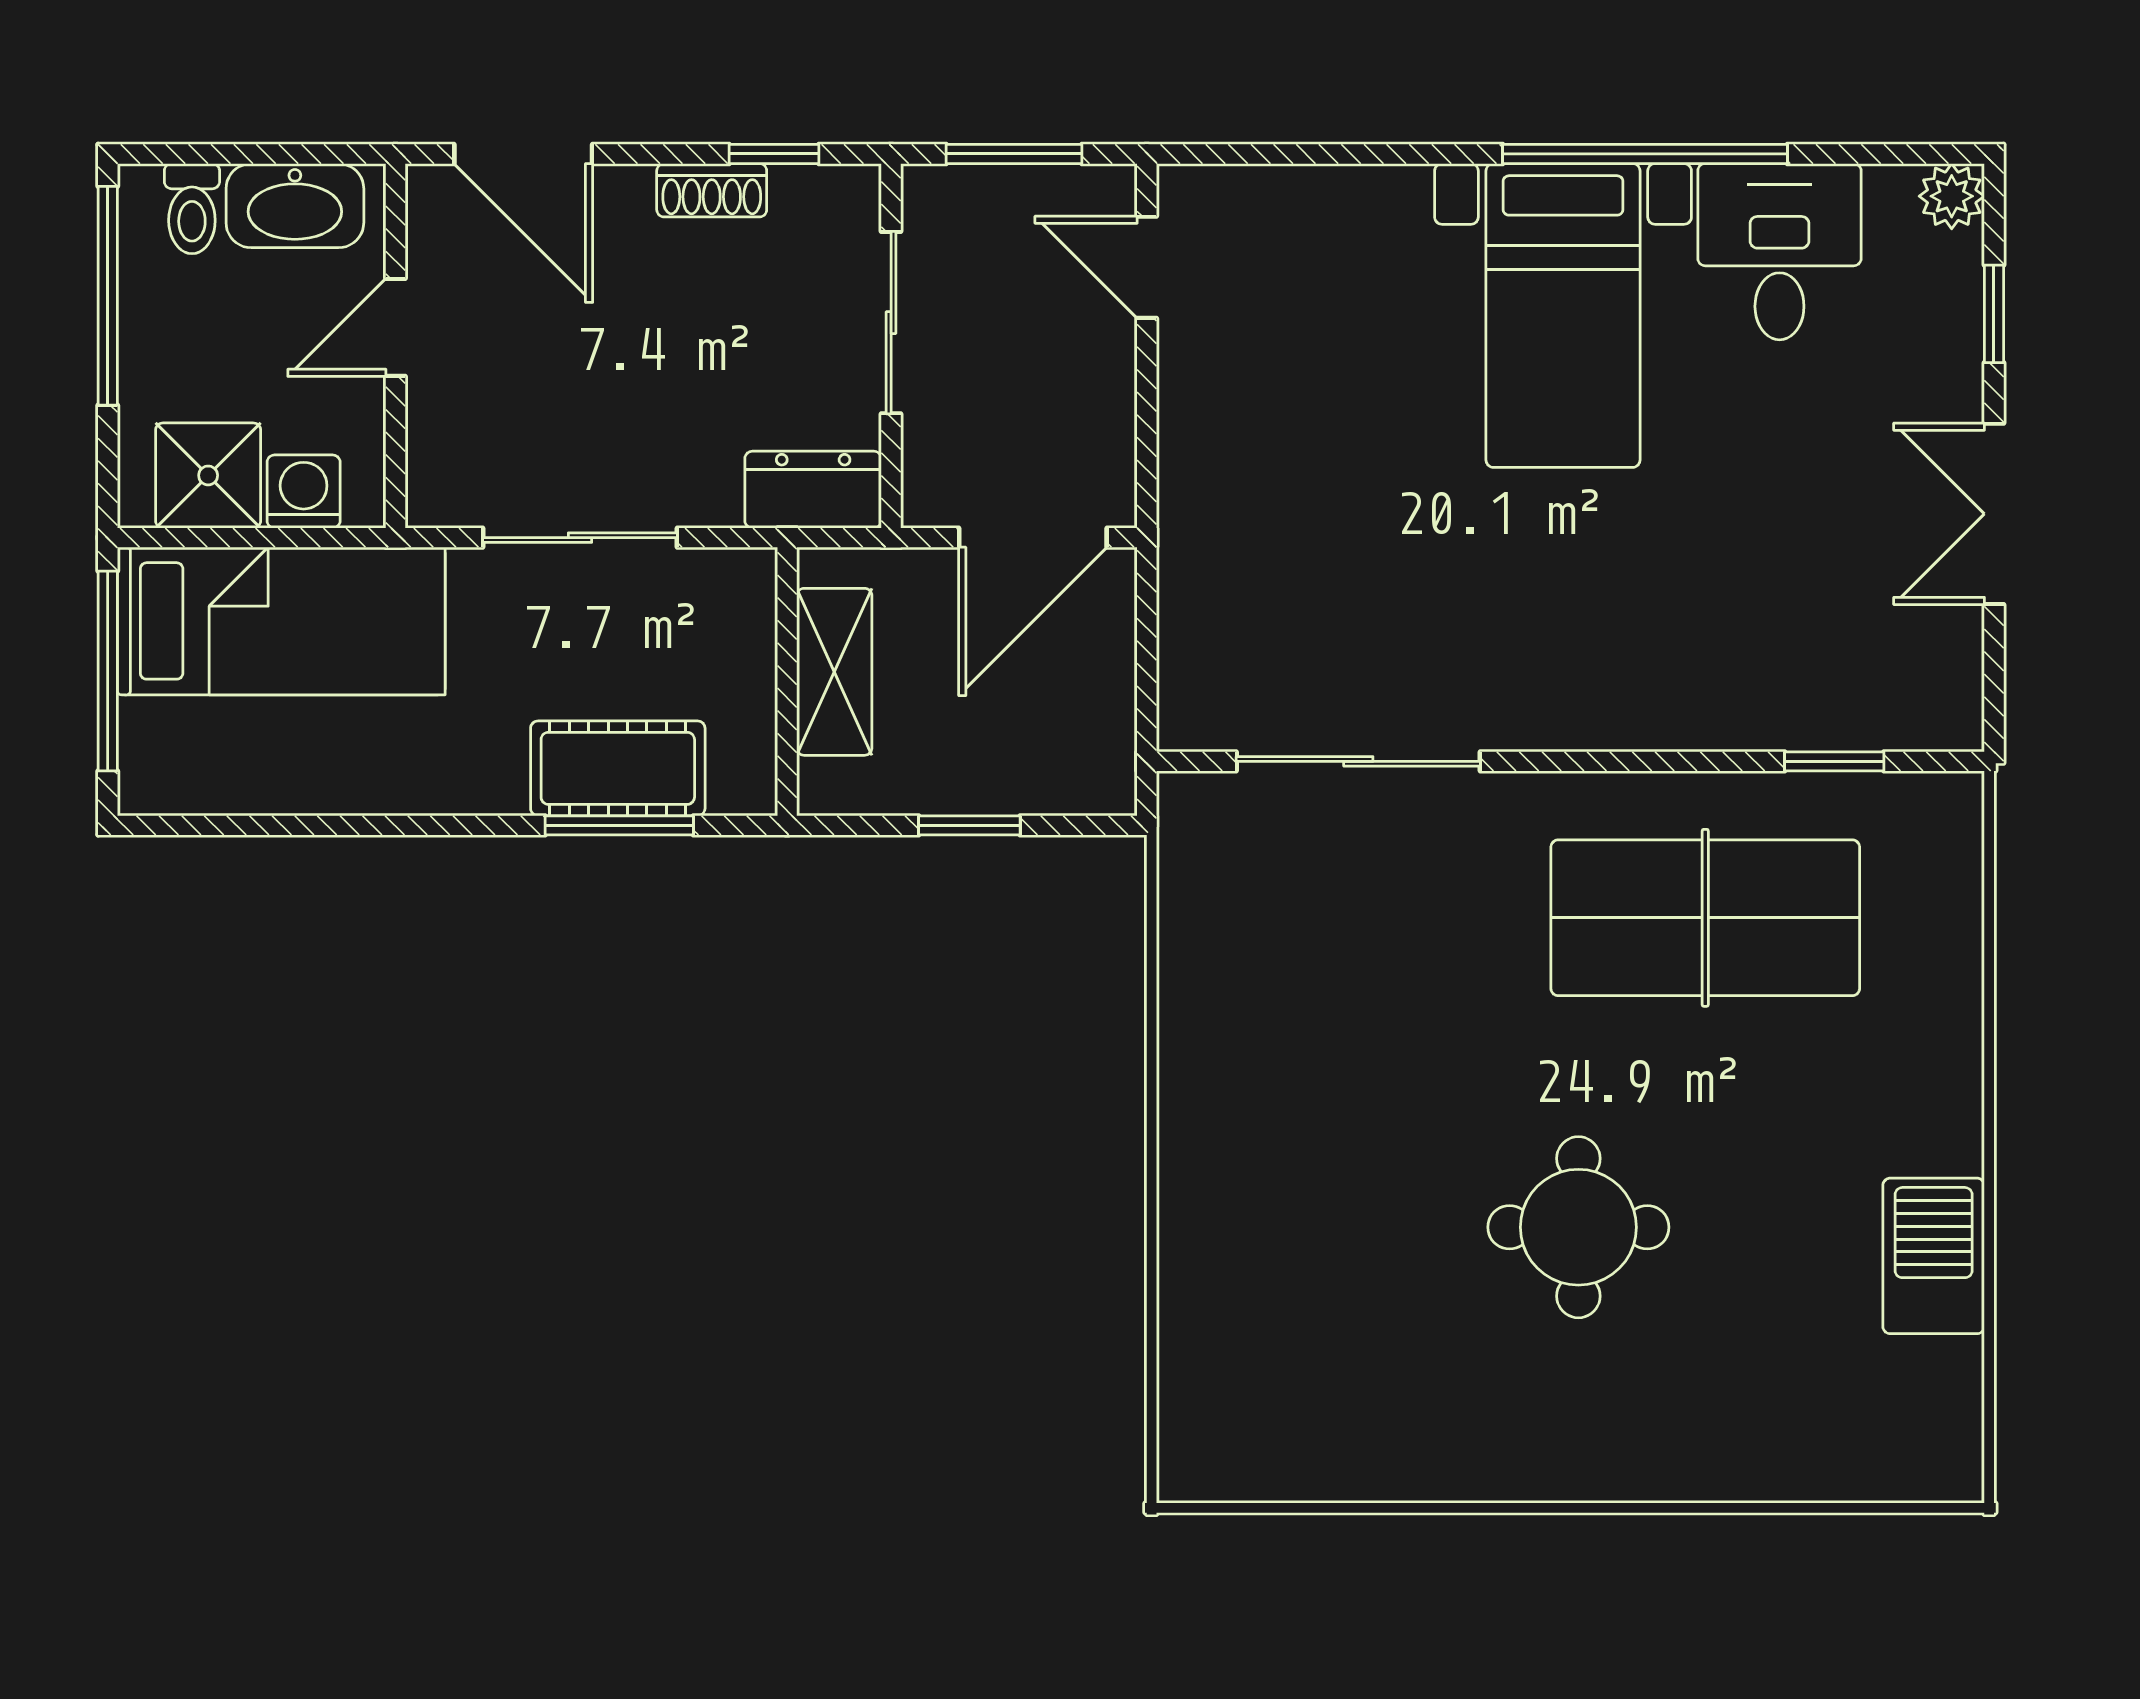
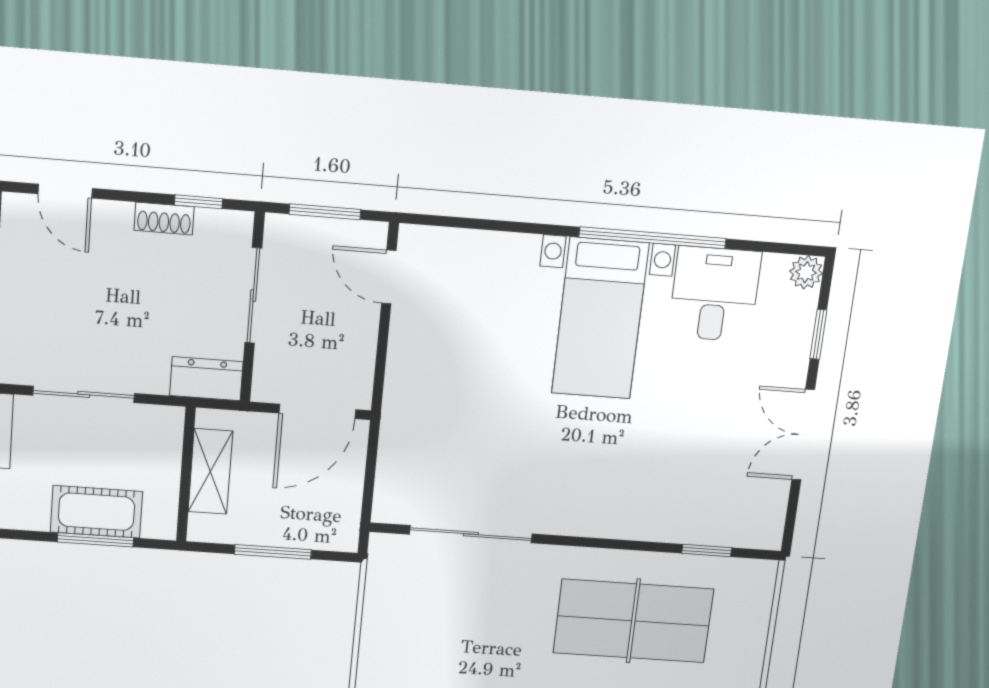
door: (523, 154) -> (65, 191), width x0.73
window: (969, 825) -> (273, 552), width x1.50

